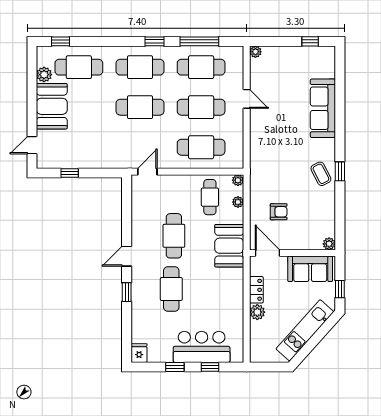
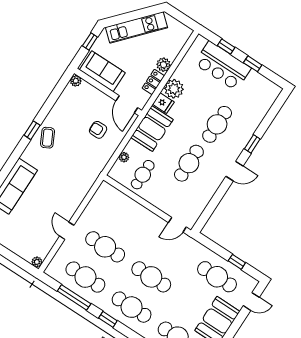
cafe table: (201, 147) -> (217, 277), moved
plant: (238, 180) -> (174, 89), moved, width x1.87, depth x1.87
fridge: (139, 353) -> (163, 103), moved, turned -90

